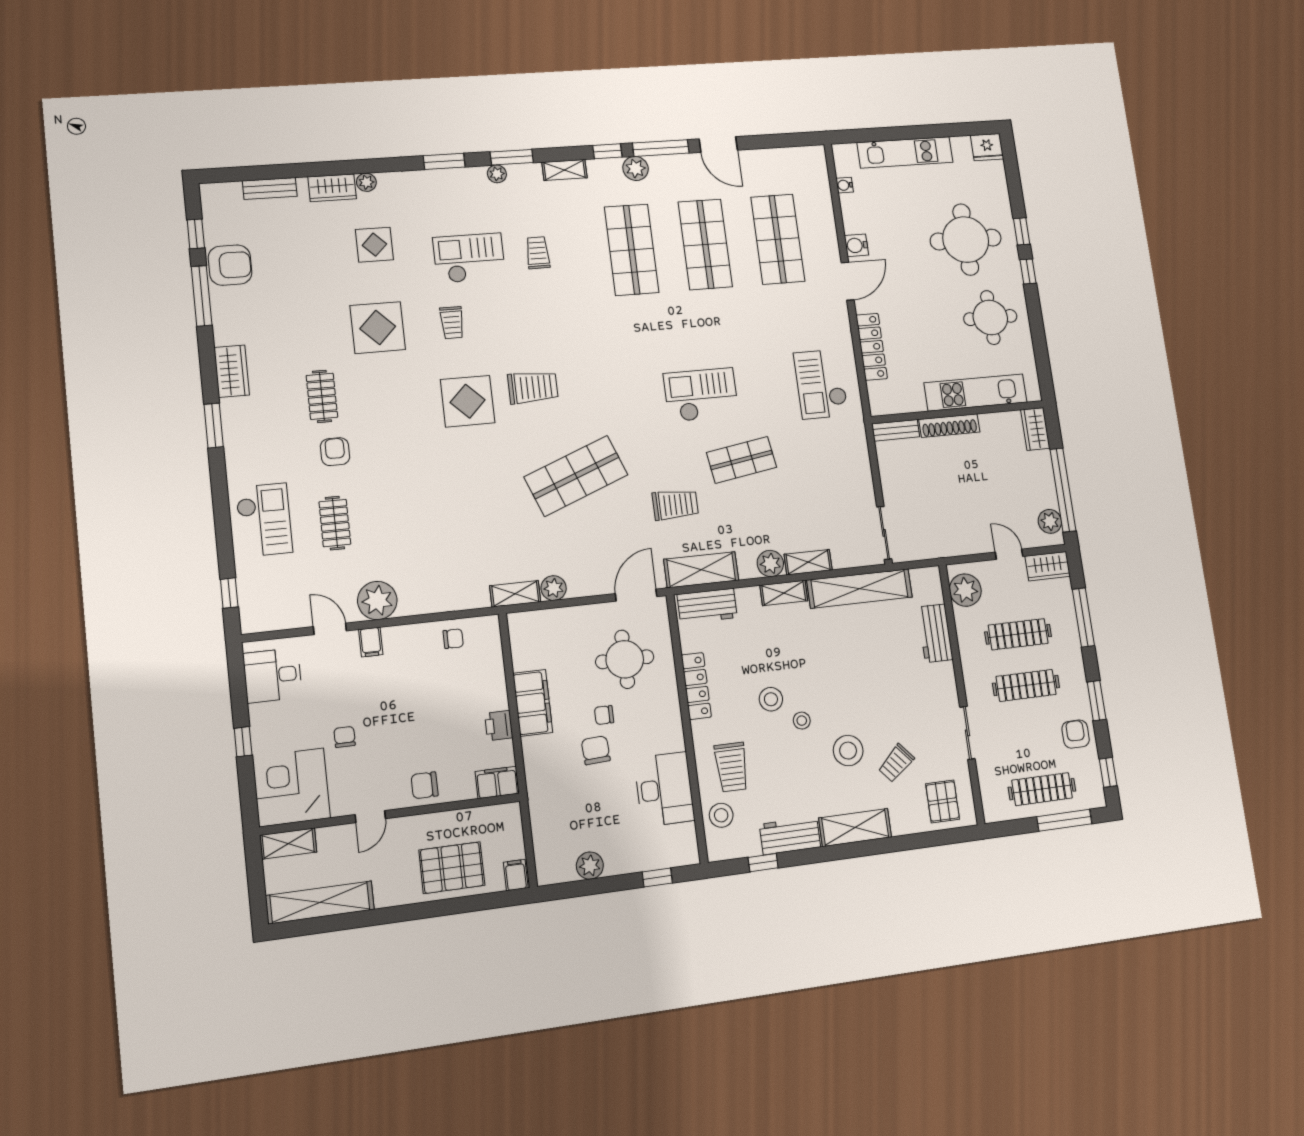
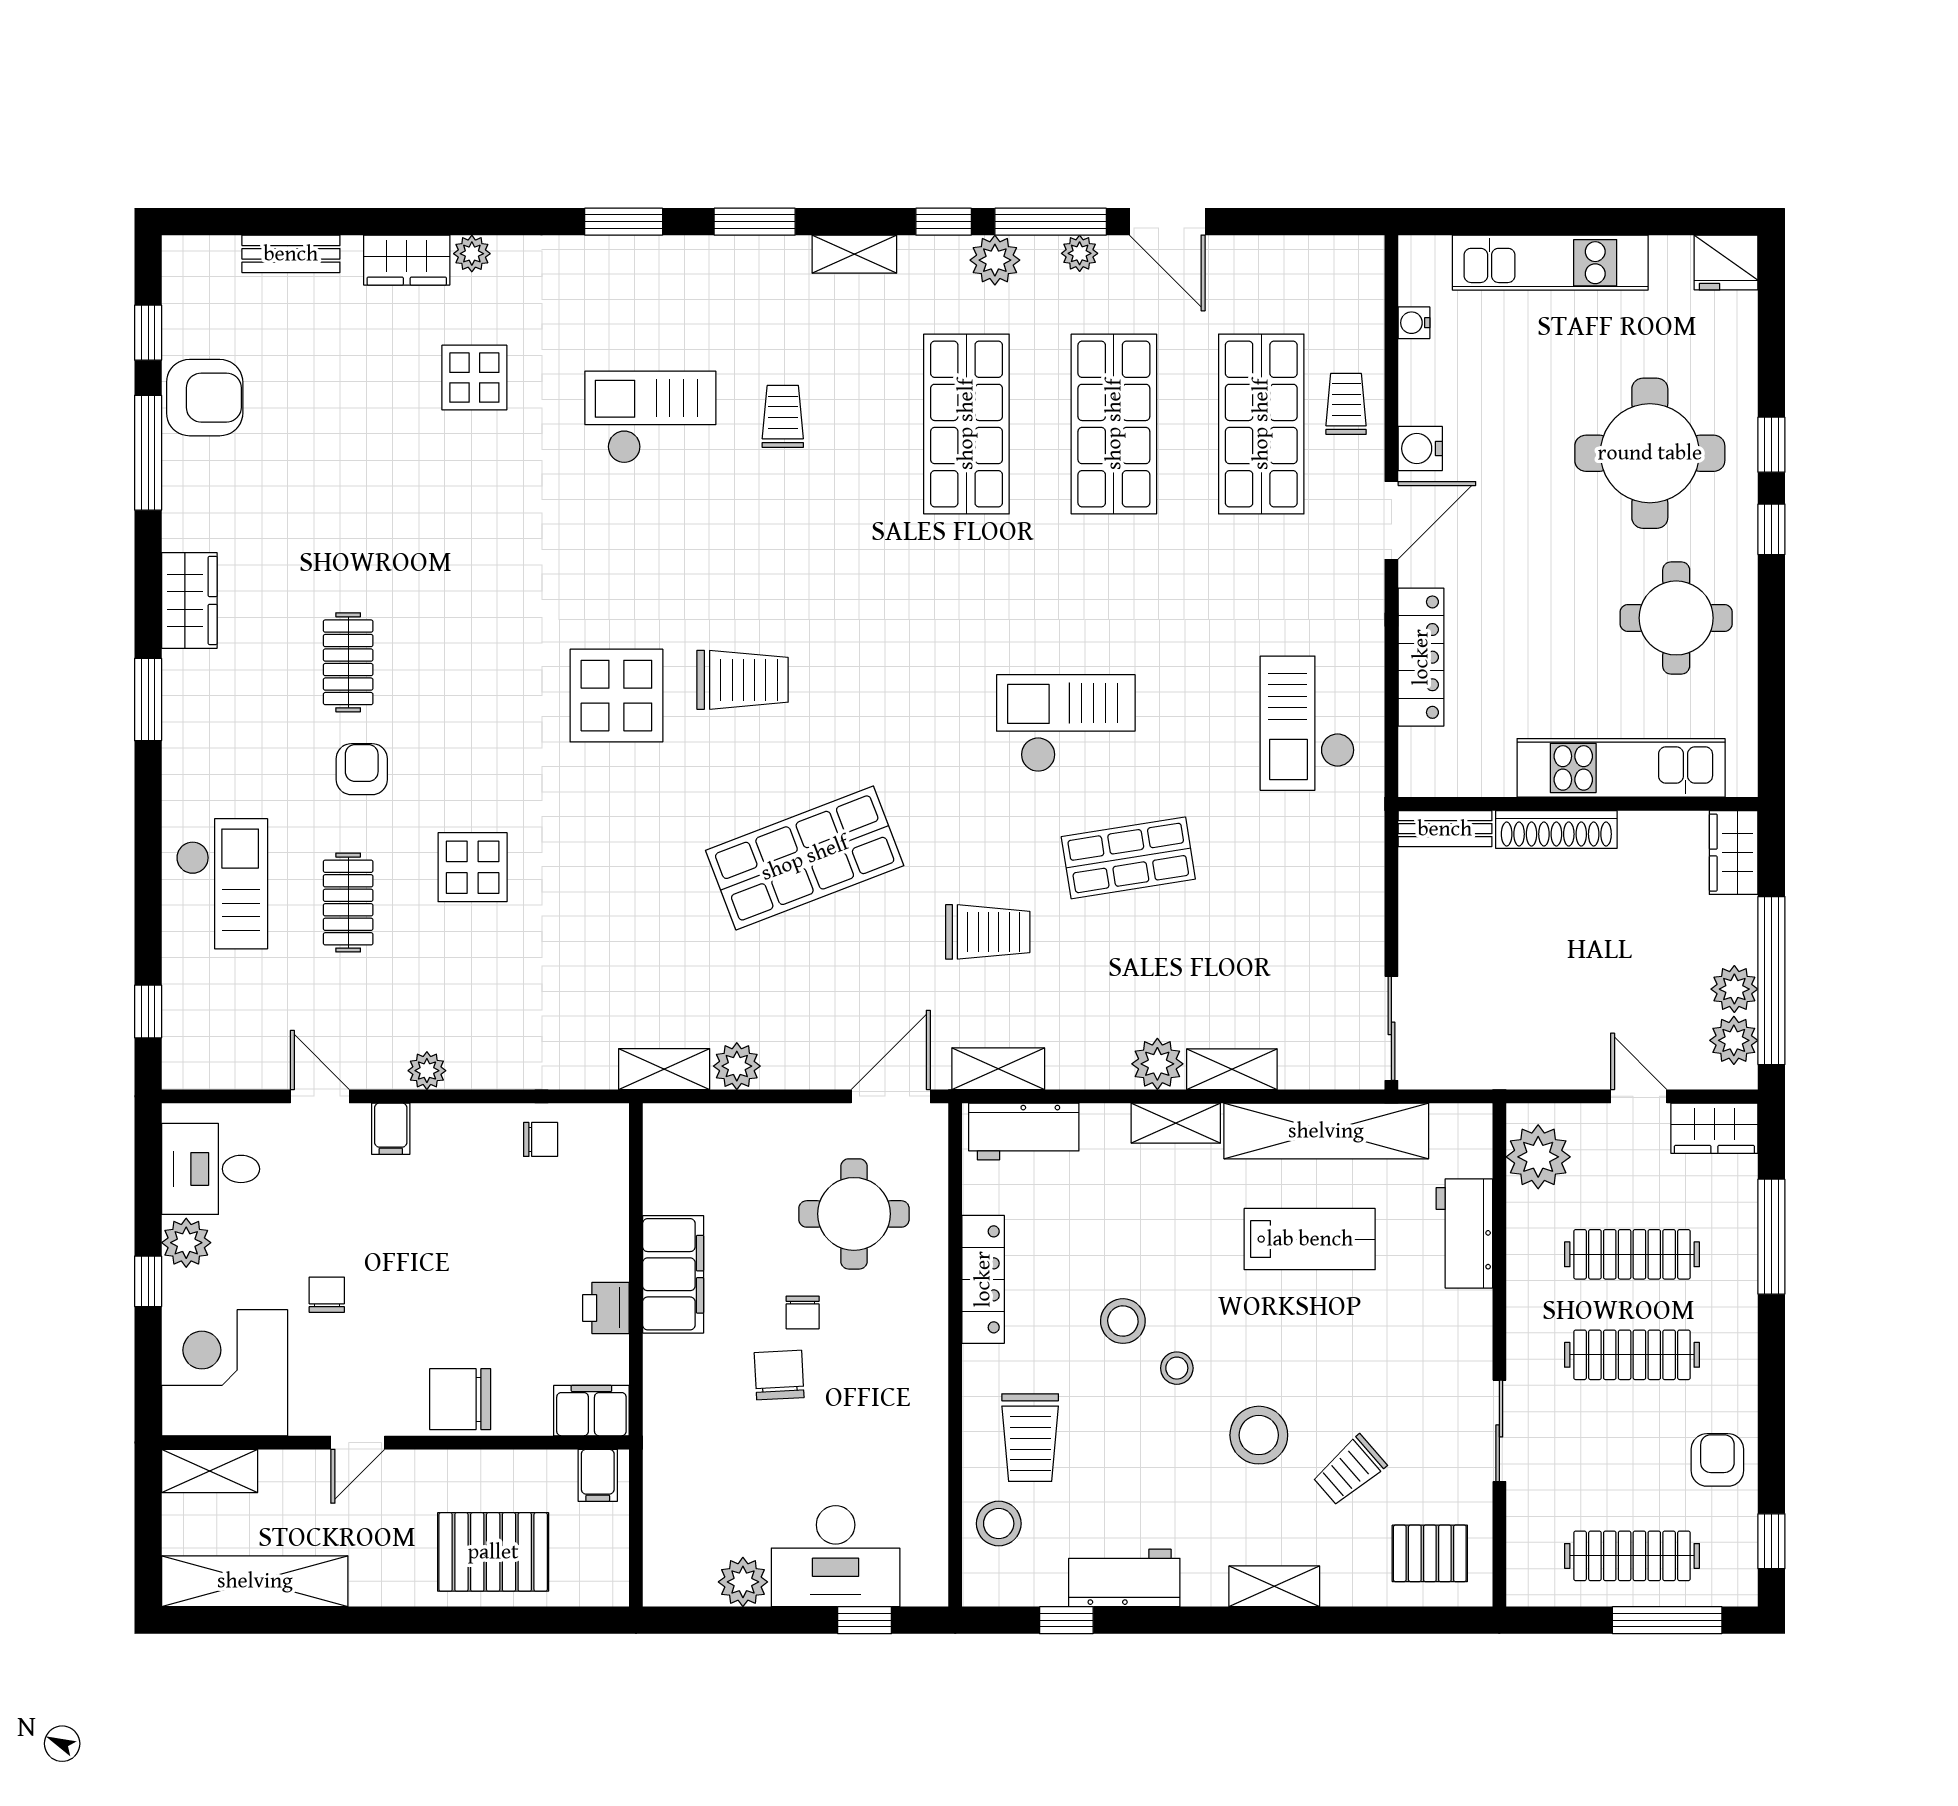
plant: (497, 174) -> (1080, 253), moved
trolley: (452, 323) -> (1346, 404), moved, turned 180
display table: (378, 328) -> (473, 867), moved, width x0.73, depth x0.73
plant: (1046, 496) -> (1734, 989), added
shelving: (701, 570) -> (998, 1069), width x0.67, depth x0.75
plant: (377, 601) -> (427, 1071), width x0.53, depth x0.53
lab bench: (859, 645) -> (1310, 1239), added
window: (1097, 701) -> (1771, 1401), removed
chair: (604, 715) -> (803, 1312), turned -90
plant: (263, 718) -> (186, 1243), added
chair: (425, 785) -> (460, 1399), width x1.37, depth x1.37
desk: (664, 789) -> (836, 1556), moved, turned 90
pallet: (943, 801) -> (1430, 1553), turned 90
shelving: (855, 828) -> (1274, 1586), width x0.67, depth x0.75
filing cabinet: (516, 875) -> (598, 1475), moved, turned 180

